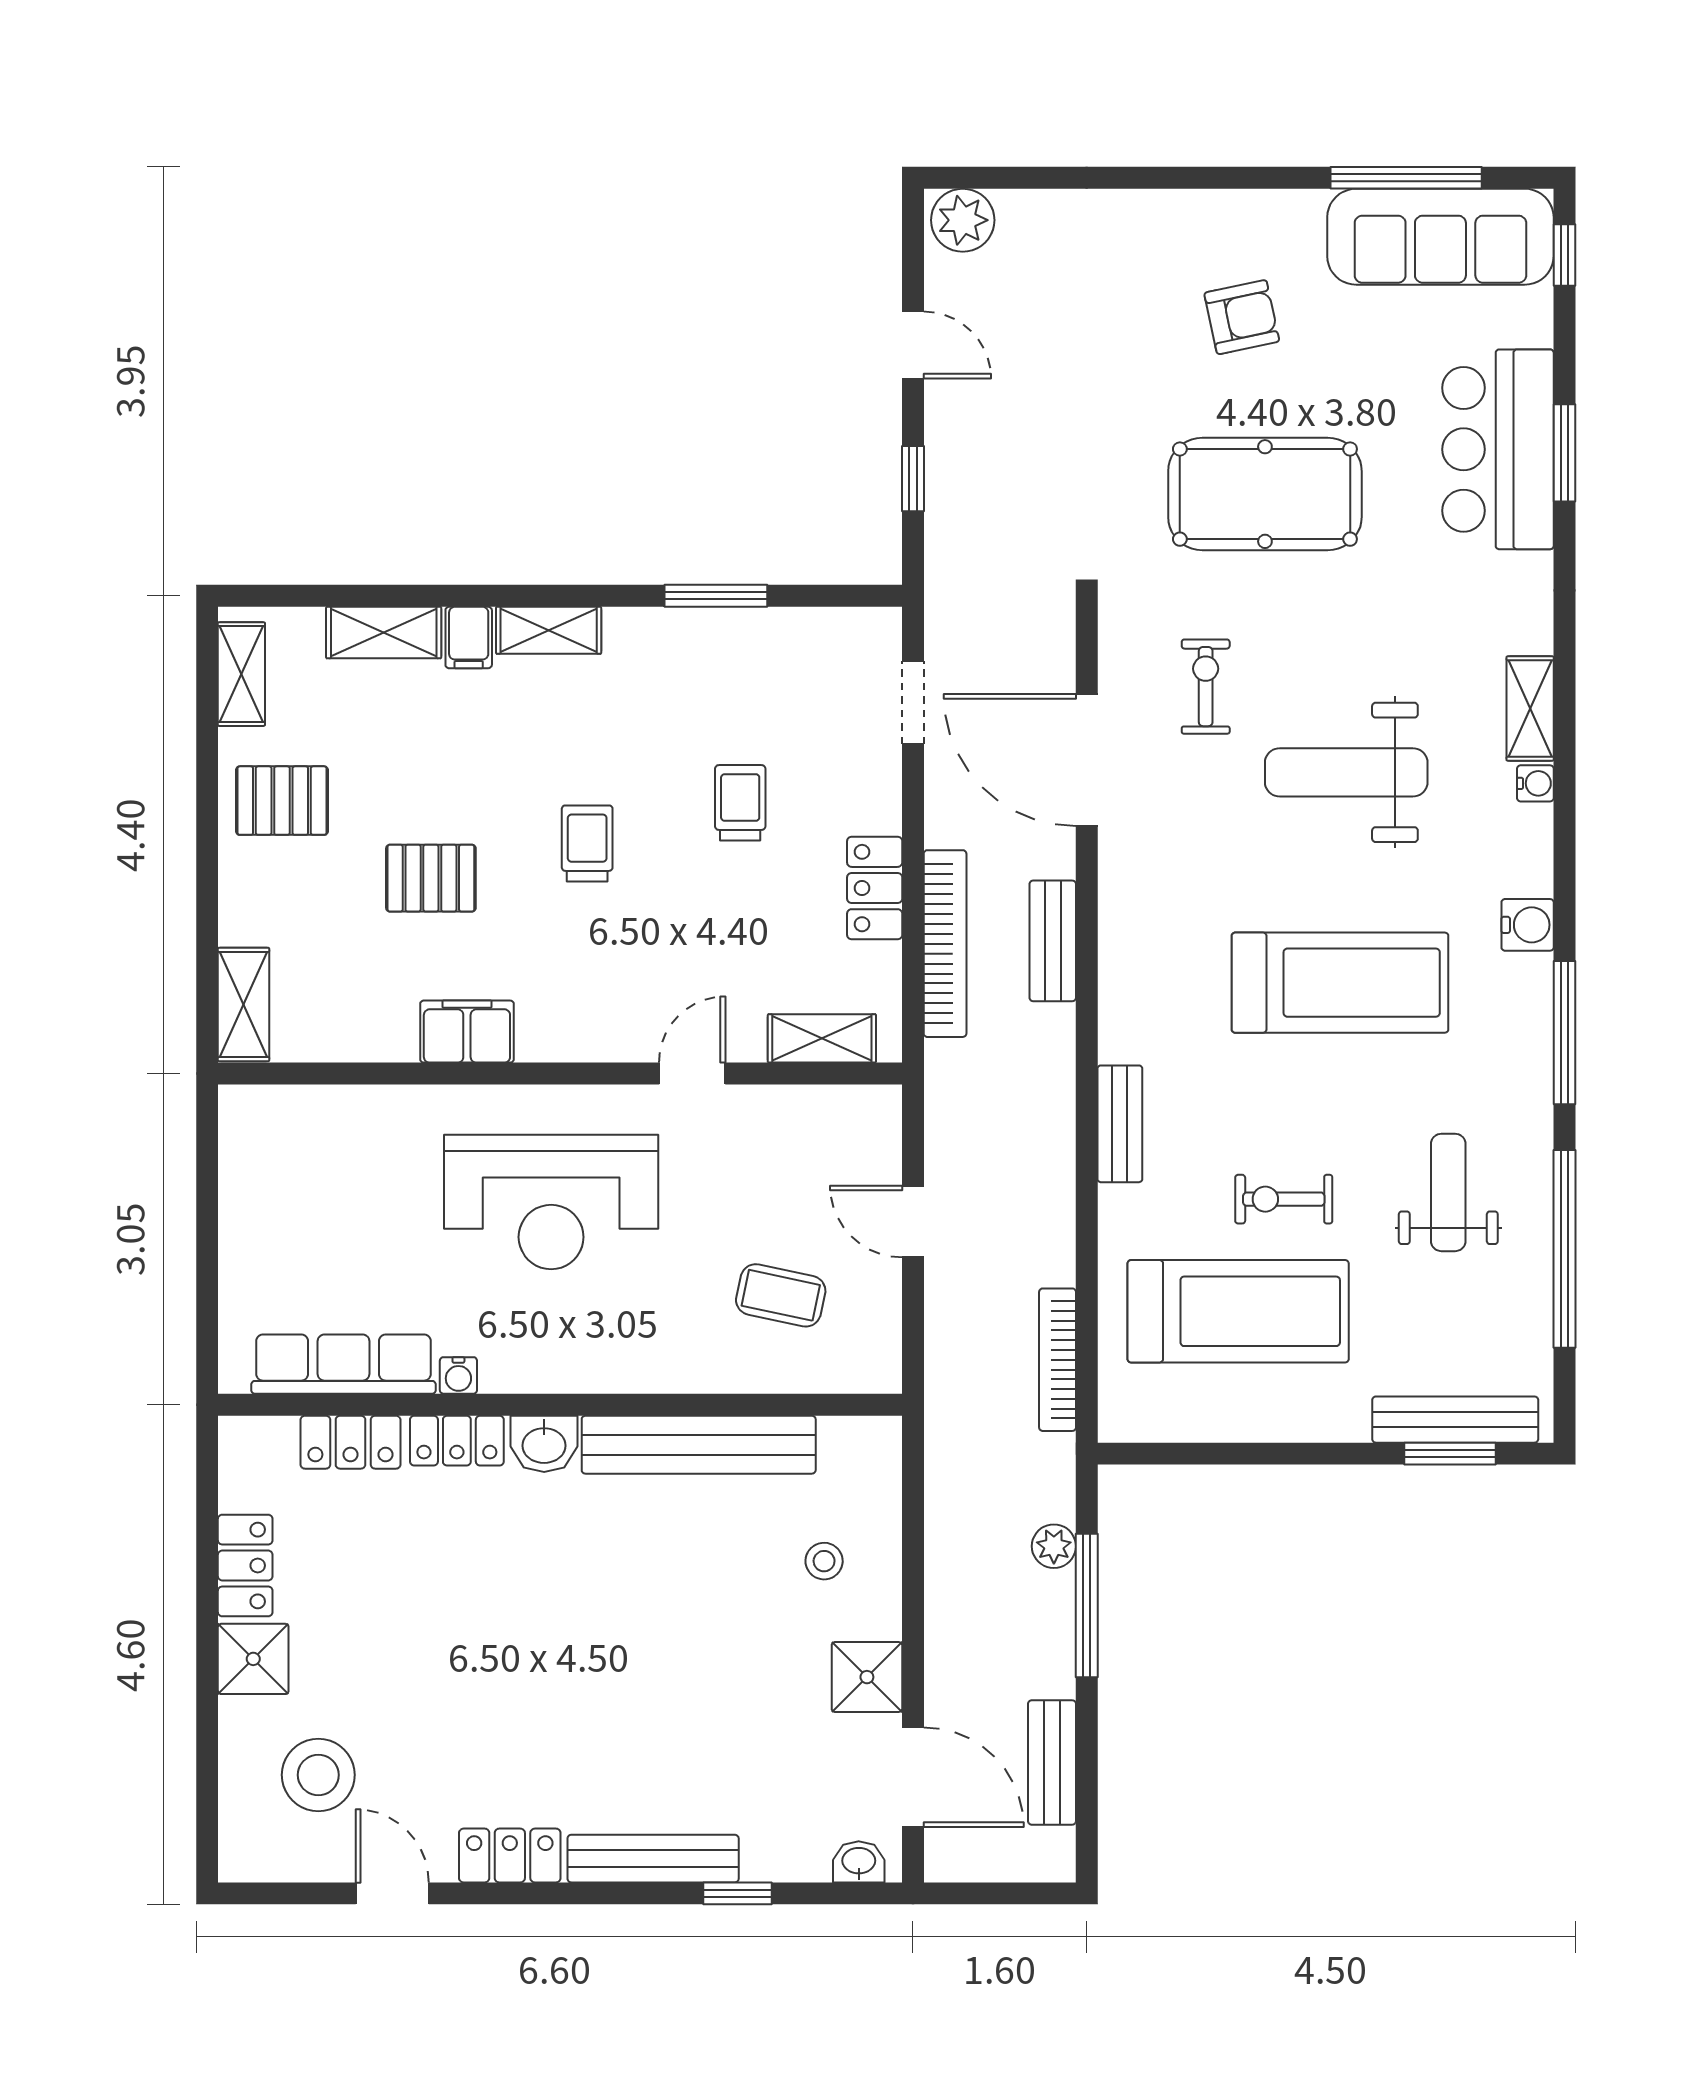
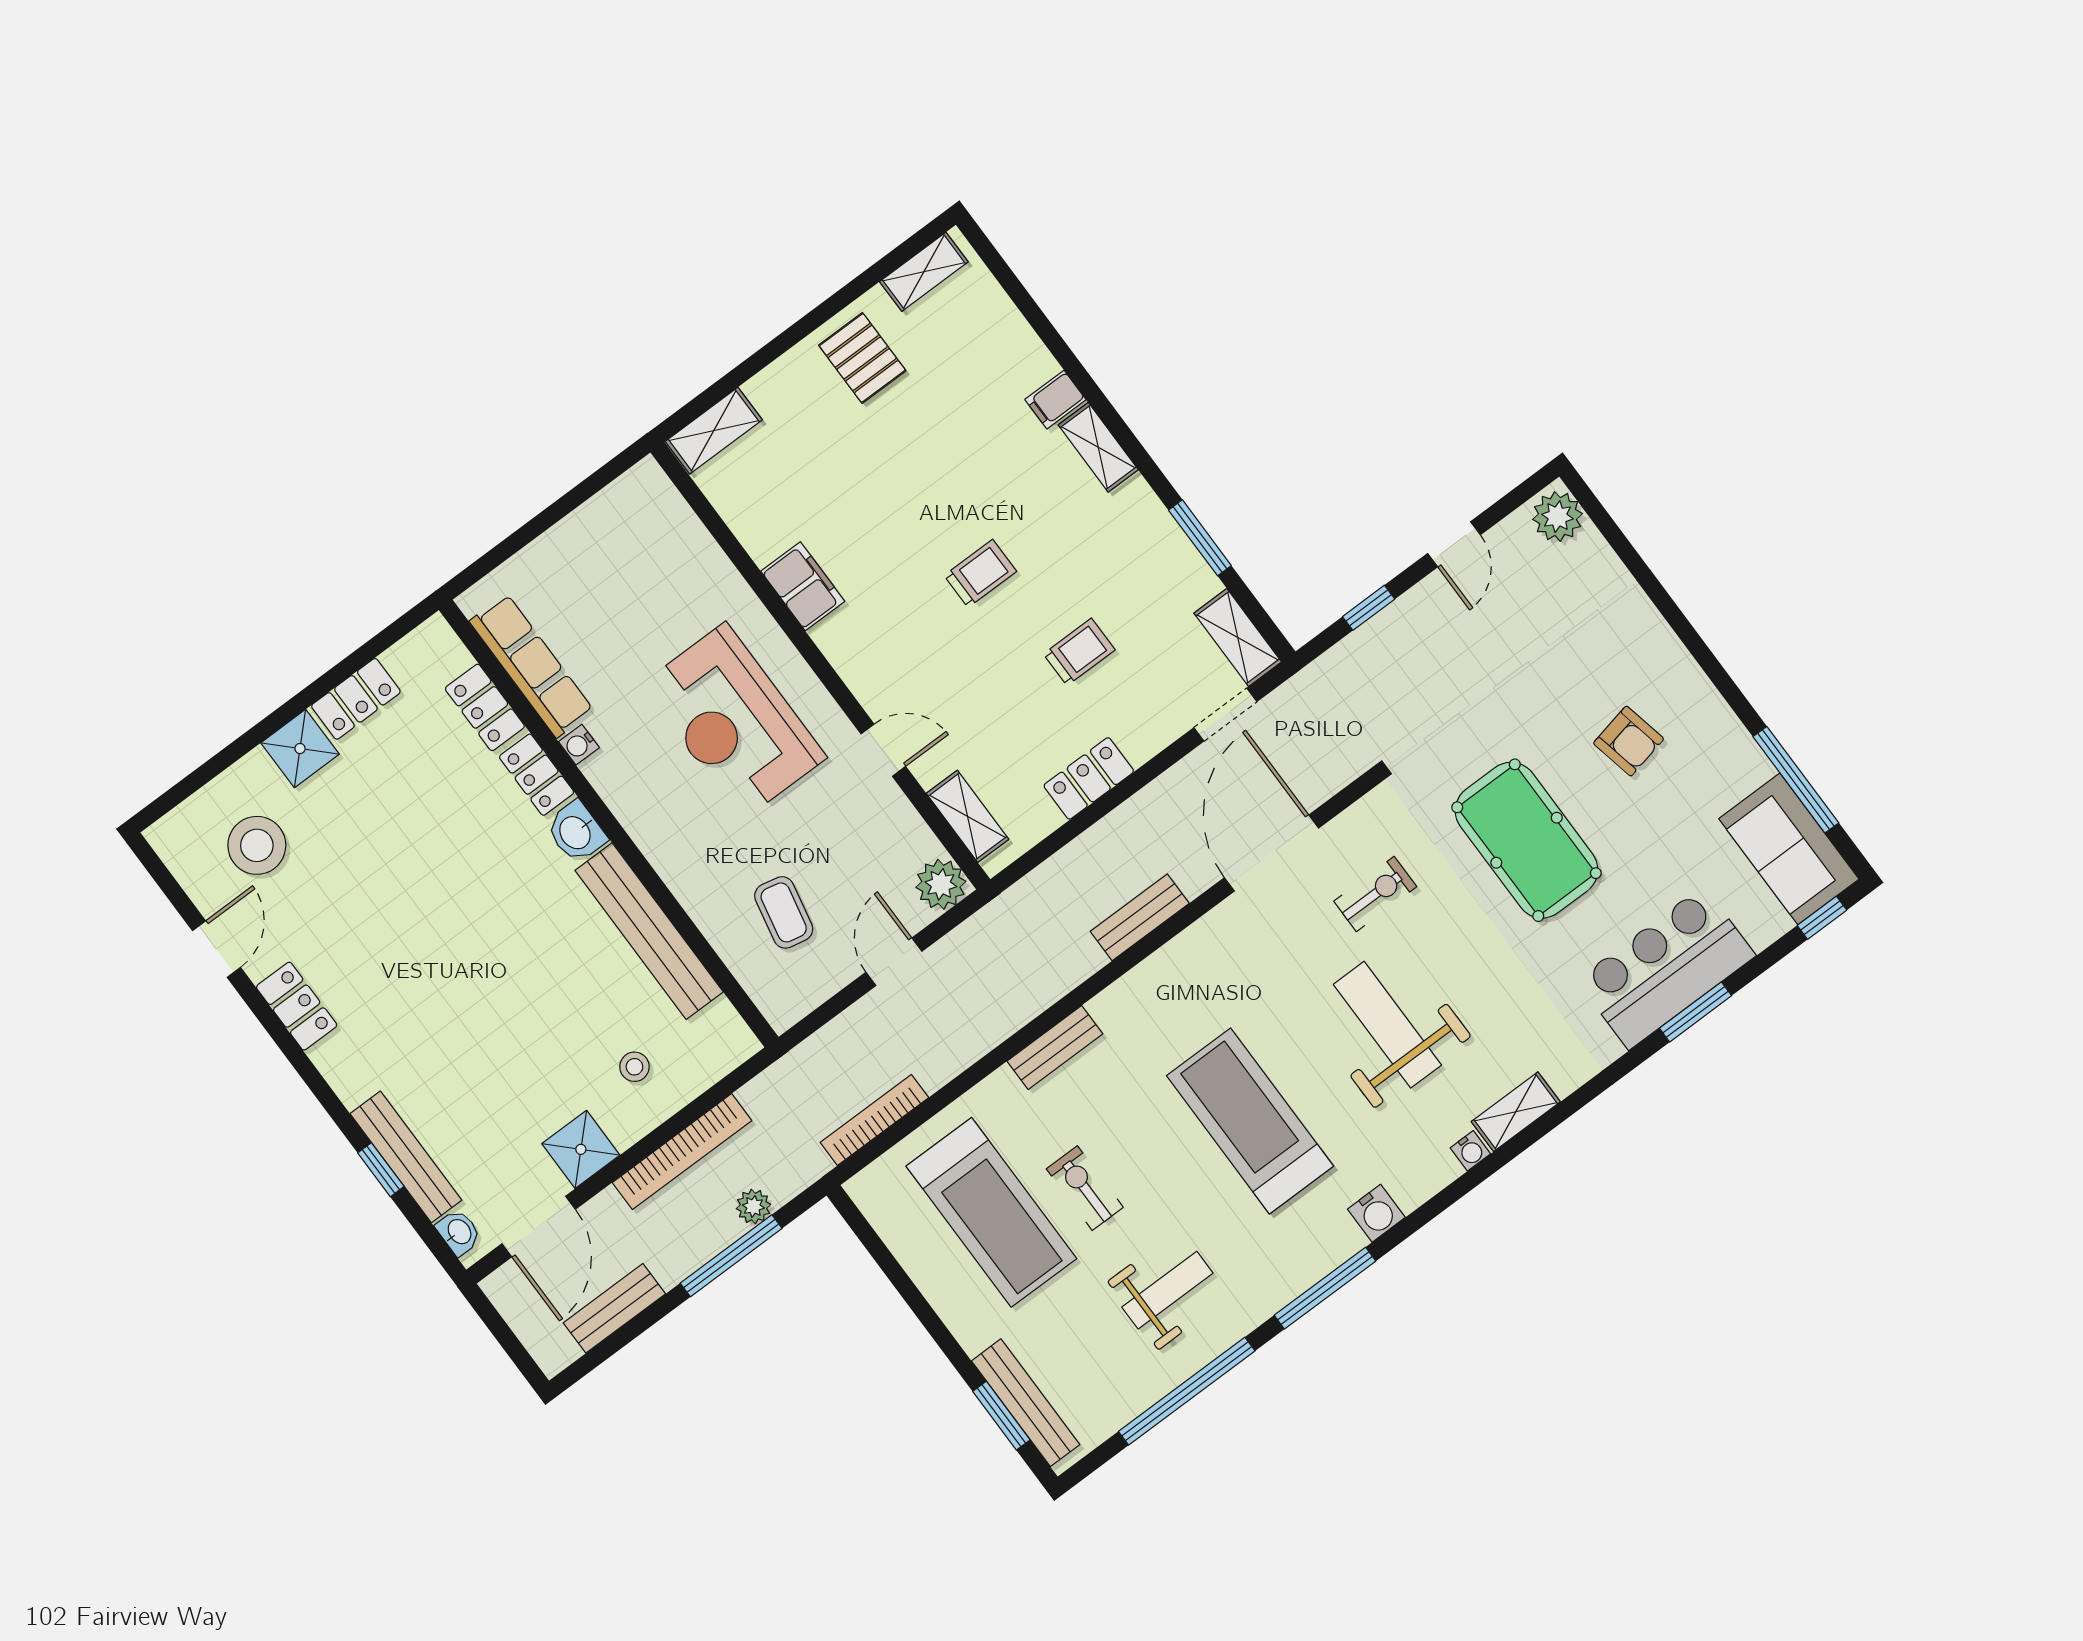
sofa: (1440, 237) -> (1789, 849), width x0.73
shelving: (384, 633) -> (1238, 637), moved
pallet: (431, 878) -> (884, 490), removed
bookcase: (945, 944) -> (682, 1152), moved
treadmill: (1340, 983) -> (1250, 1121), turned 180
plant: (870, 1116) -> (941, 884), added
bench: (653, 1859) -> (406, 1157), moved

